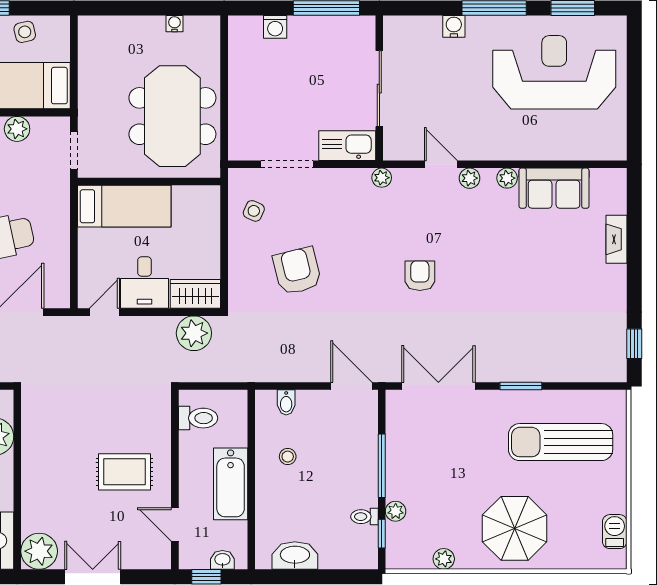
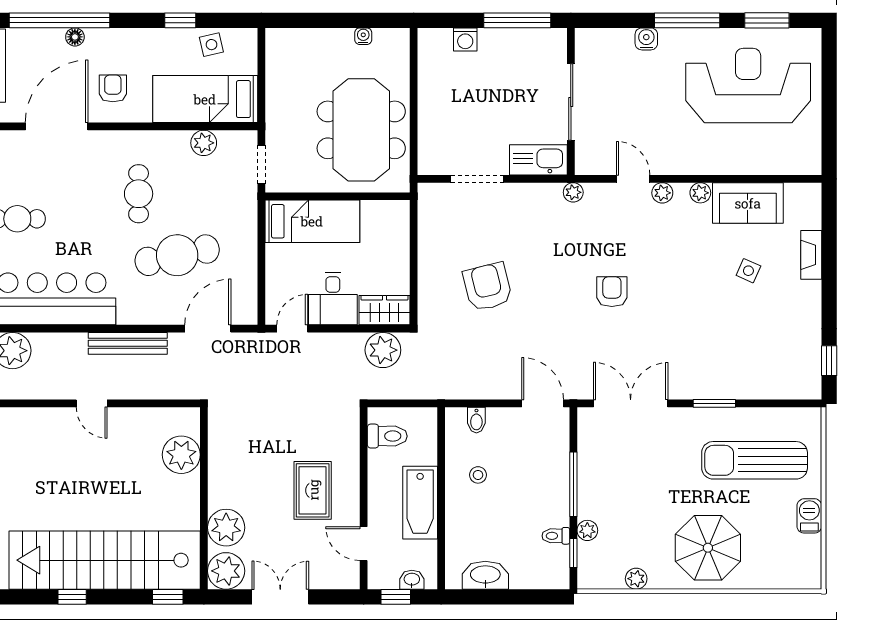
side table: (254, 211) -> (748, 271), moved
rug: (124, 472) -> (313, 490), turned 90
plant: (39, 508) -> (226, 528), added
barbecue: (615, 532) -> (809, 516), moved

